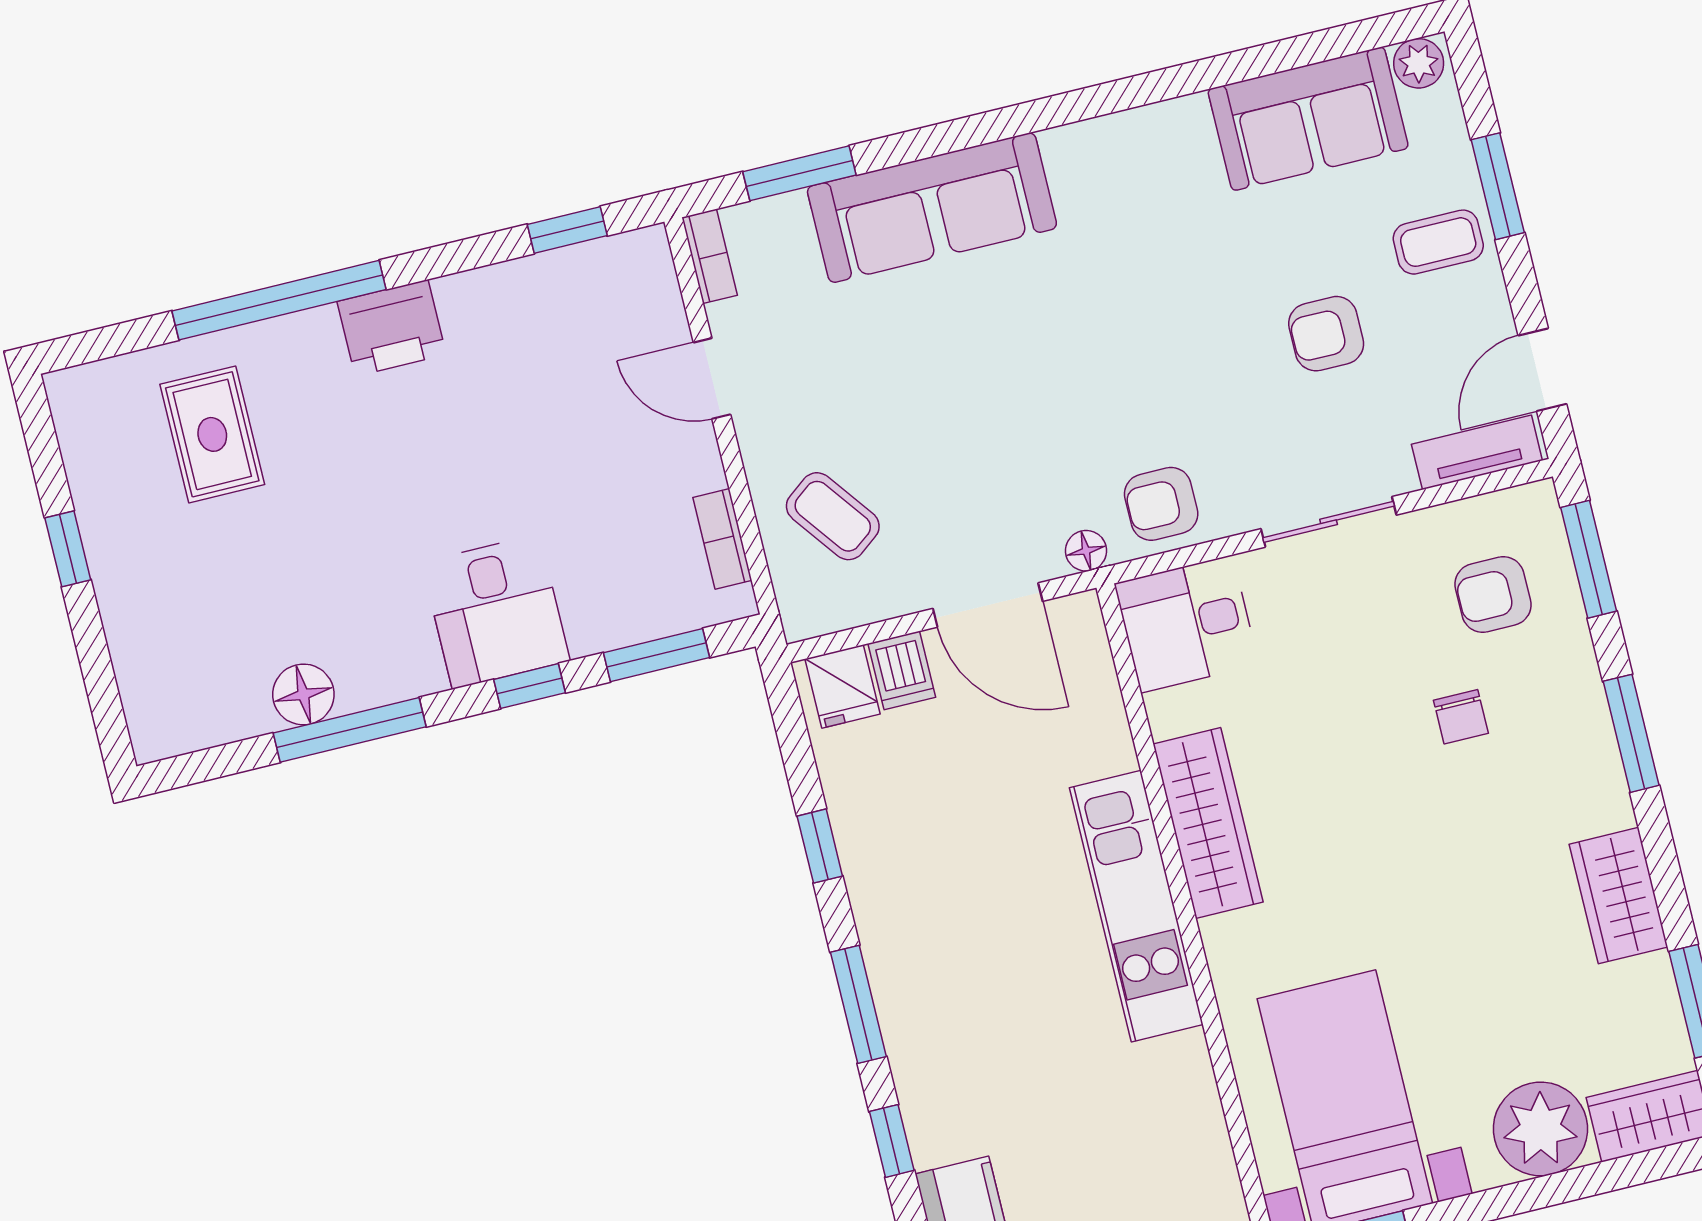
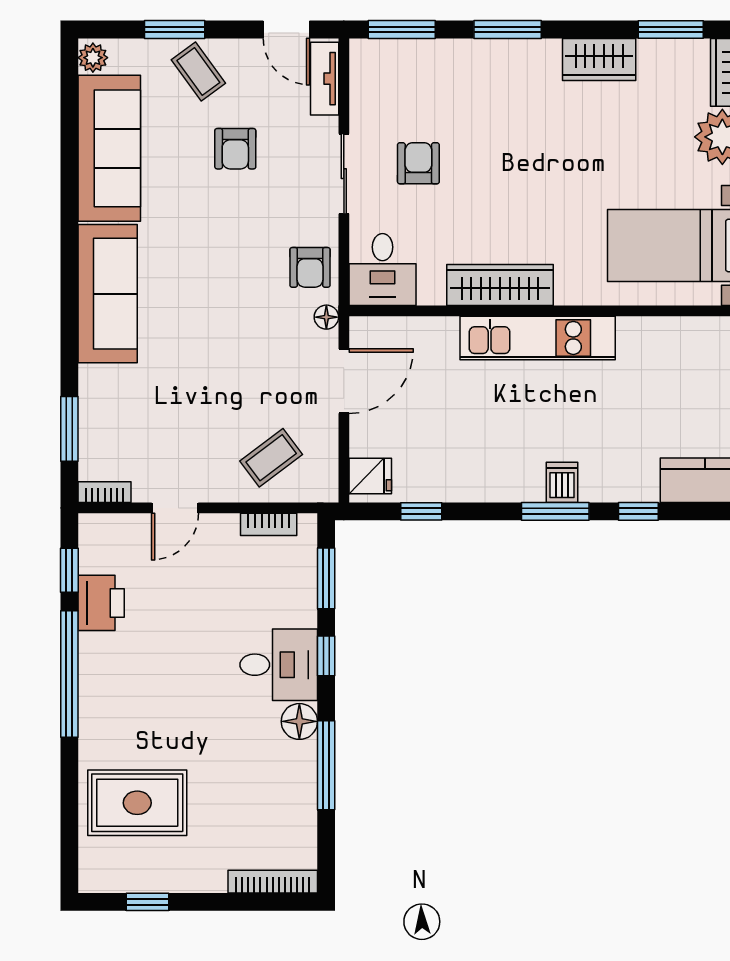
sofa: (1308, 119) -> (109, 148), width x1.36
sofa: (932, 208) -> (108, 294), moved
coffee table: (1438, 242) -> (198, 71), turned -36
window: (279, 300) -> (69, 674), moved
printer: (392, 328) -> (101, 603), moved
rug: (212, 434) -> (137, 803), width x1.36, depth x1.43
window: (68, 549) -> (148, 902), moved
armchair: (1493, 595) -> (418, 163), moved, turned 180
dishwasher: (902, 670) -> (562, 482), moved, turned -90
bookcase: (137, 689) -> (273, 882), added
floor lamp: (303, 694) -> (299, 721), moved
chair: (1461, 717) -> (474, 125), removed
window: (820, 846) -> (421, 511), moved

